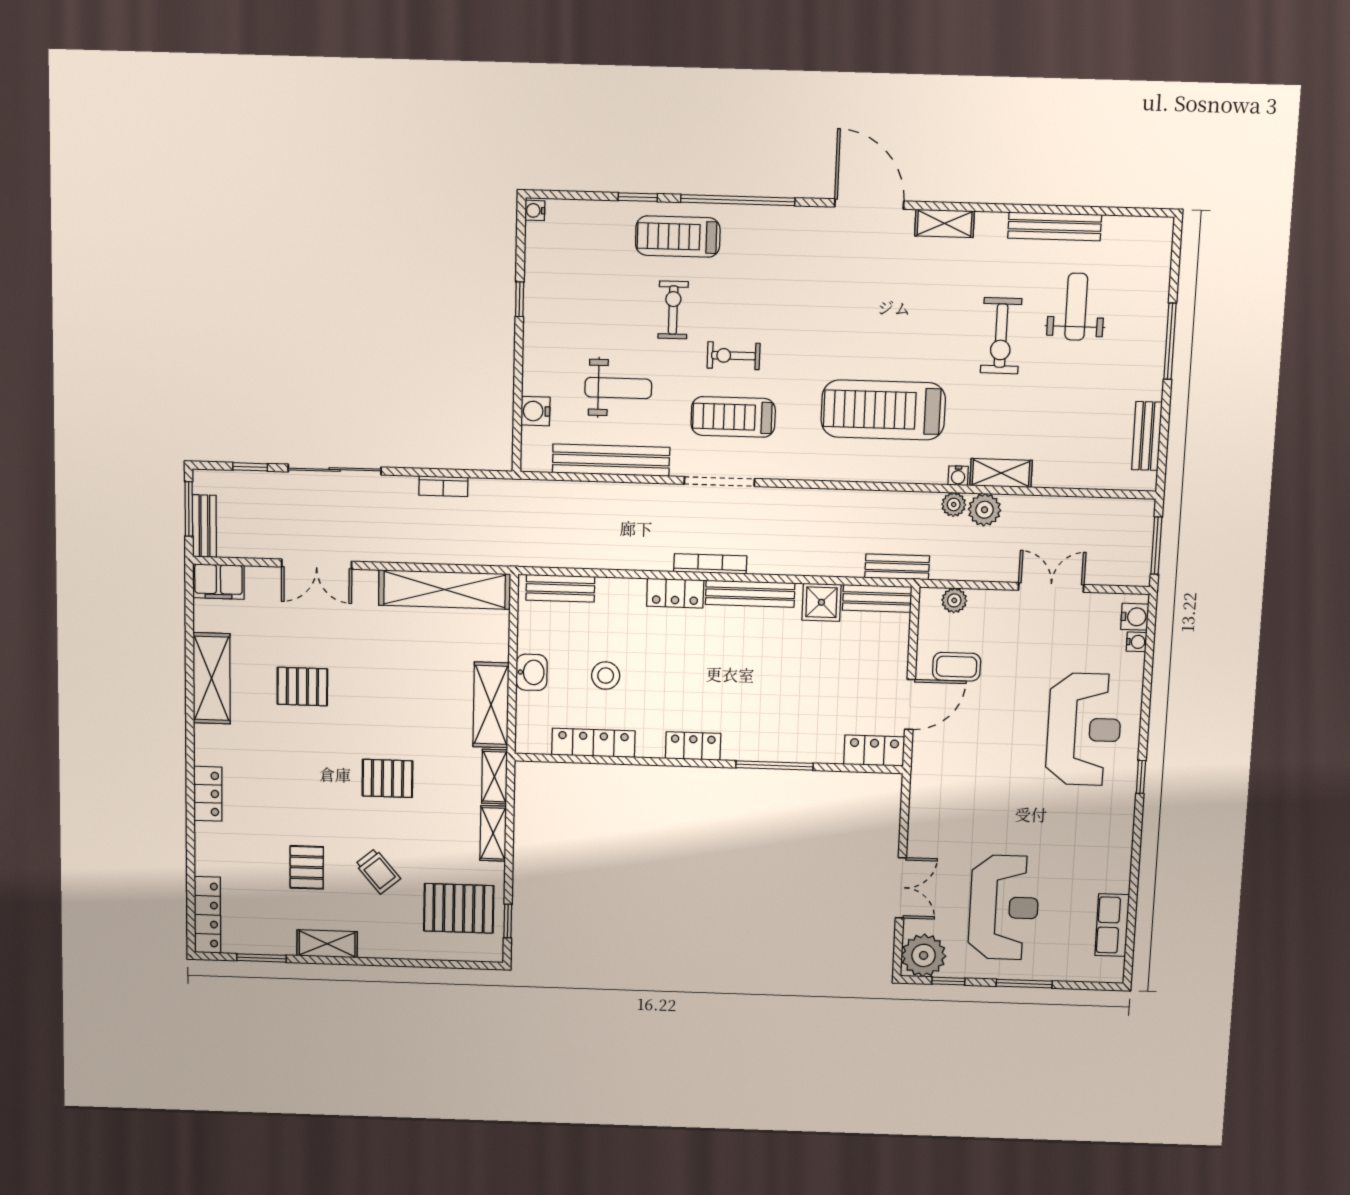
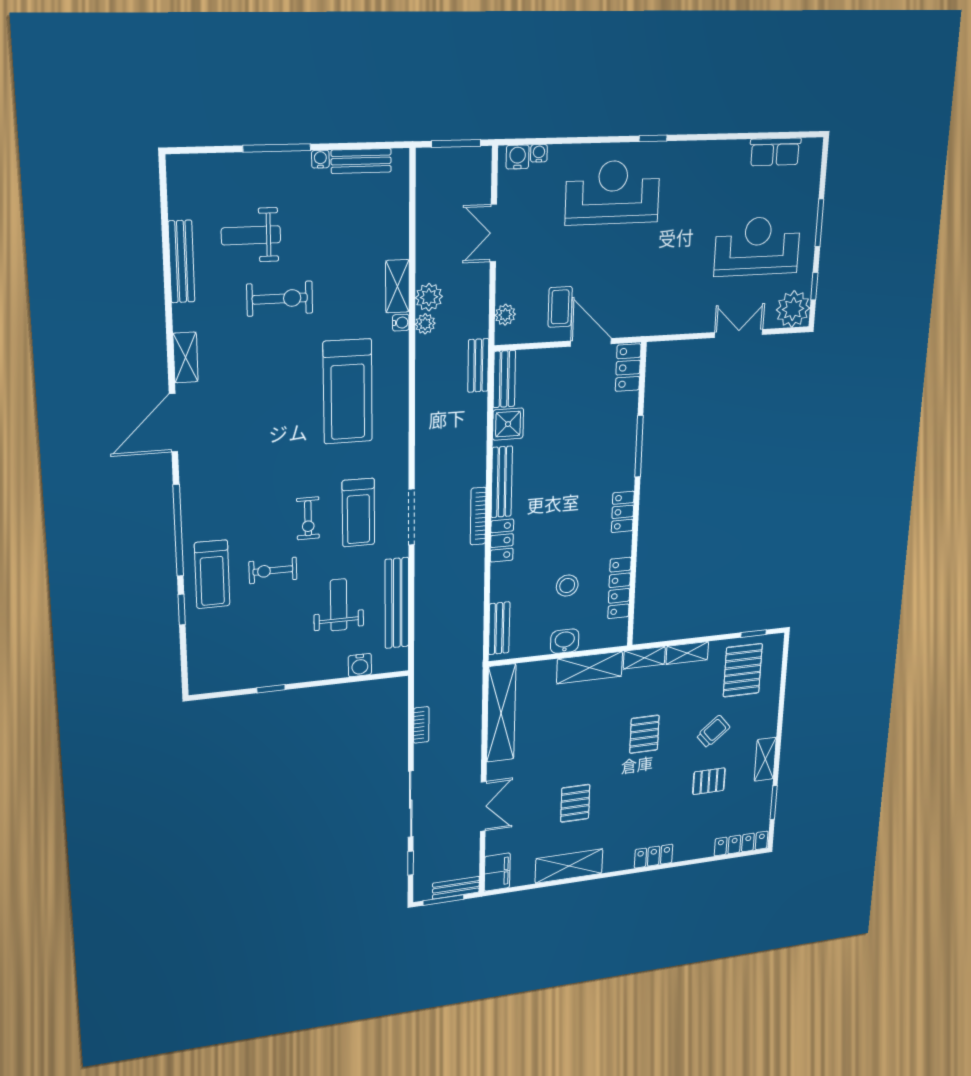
water cooler: (535, 210) -> (320, 159), moved, turned 180

